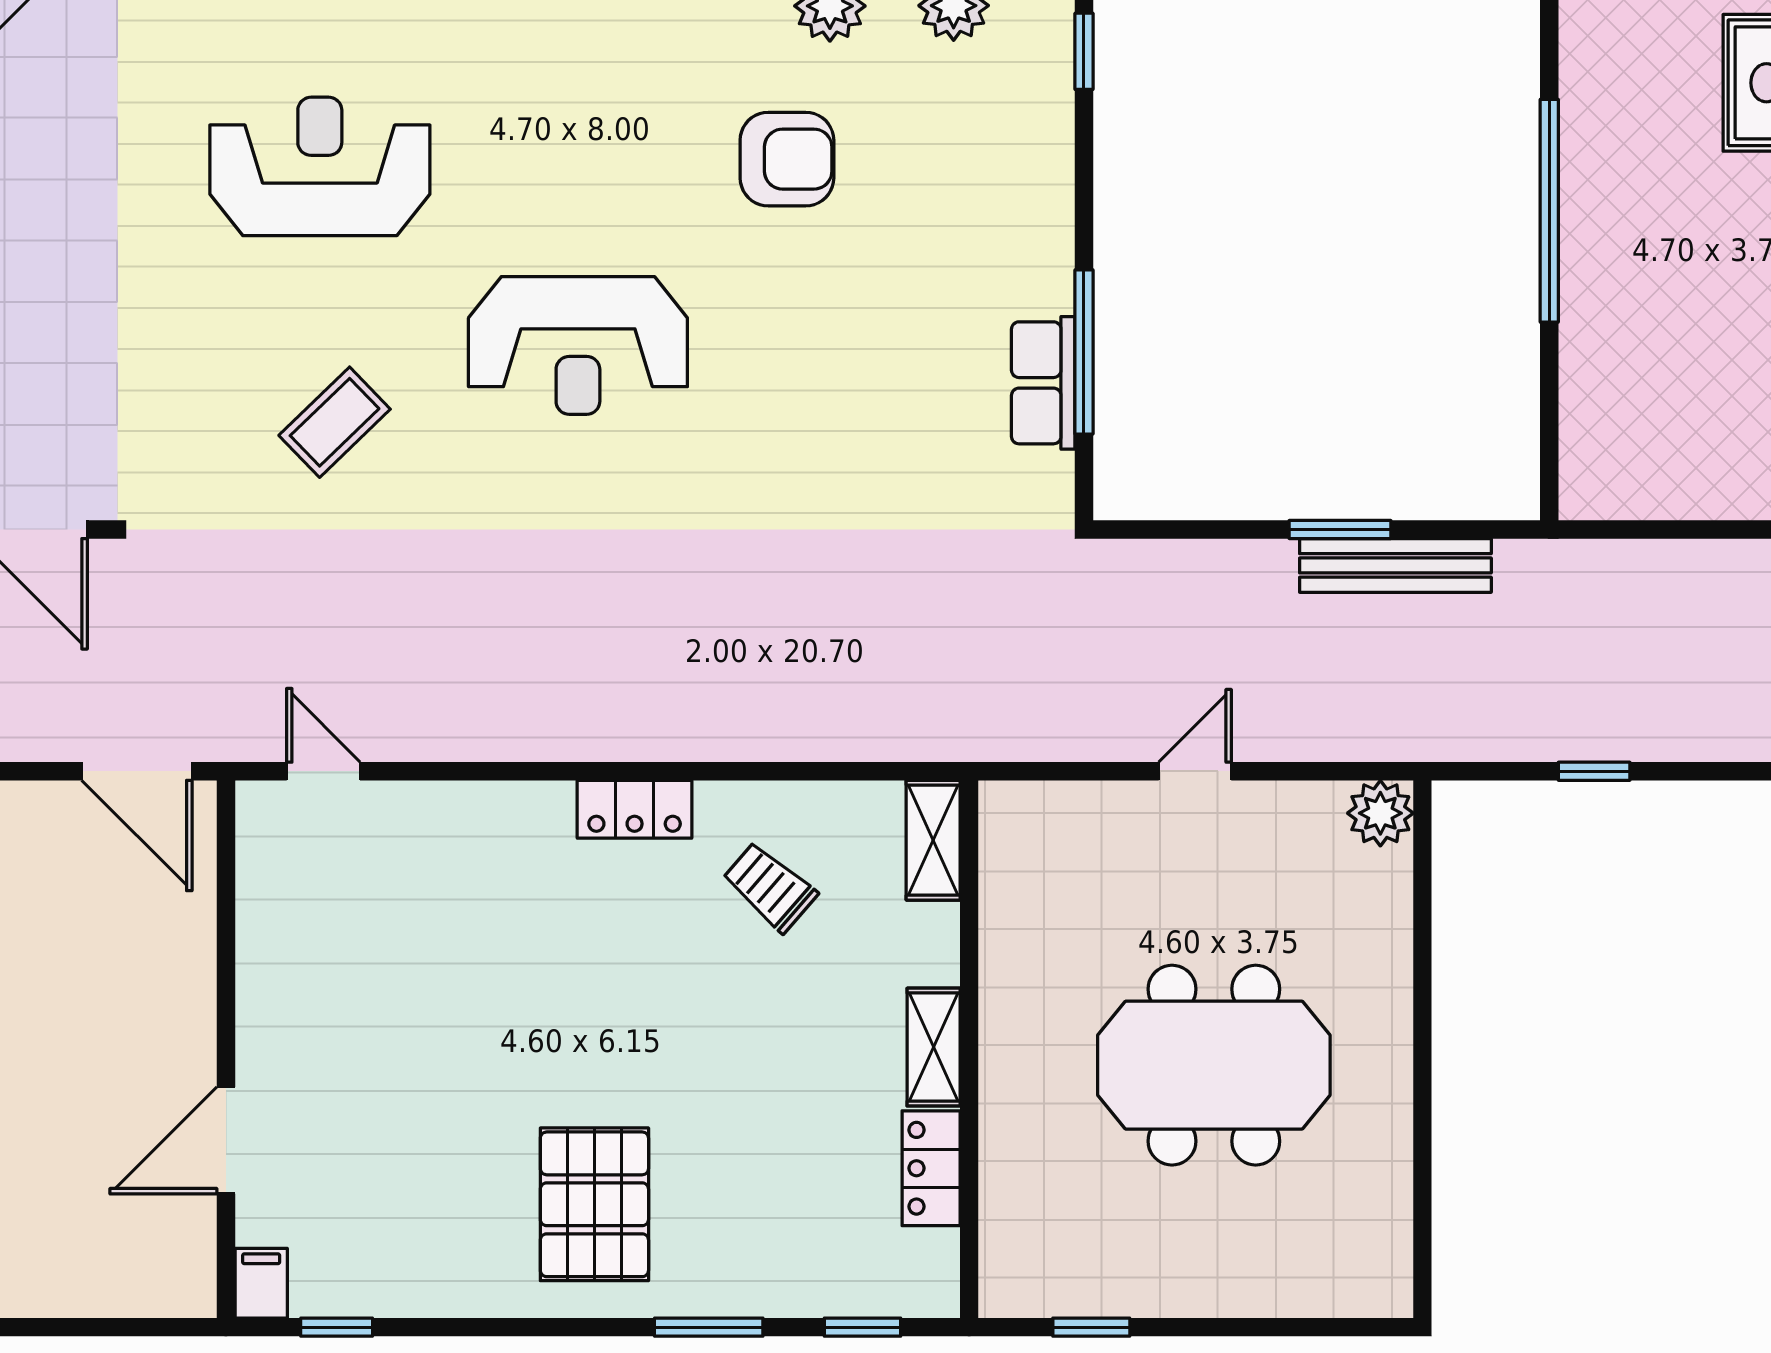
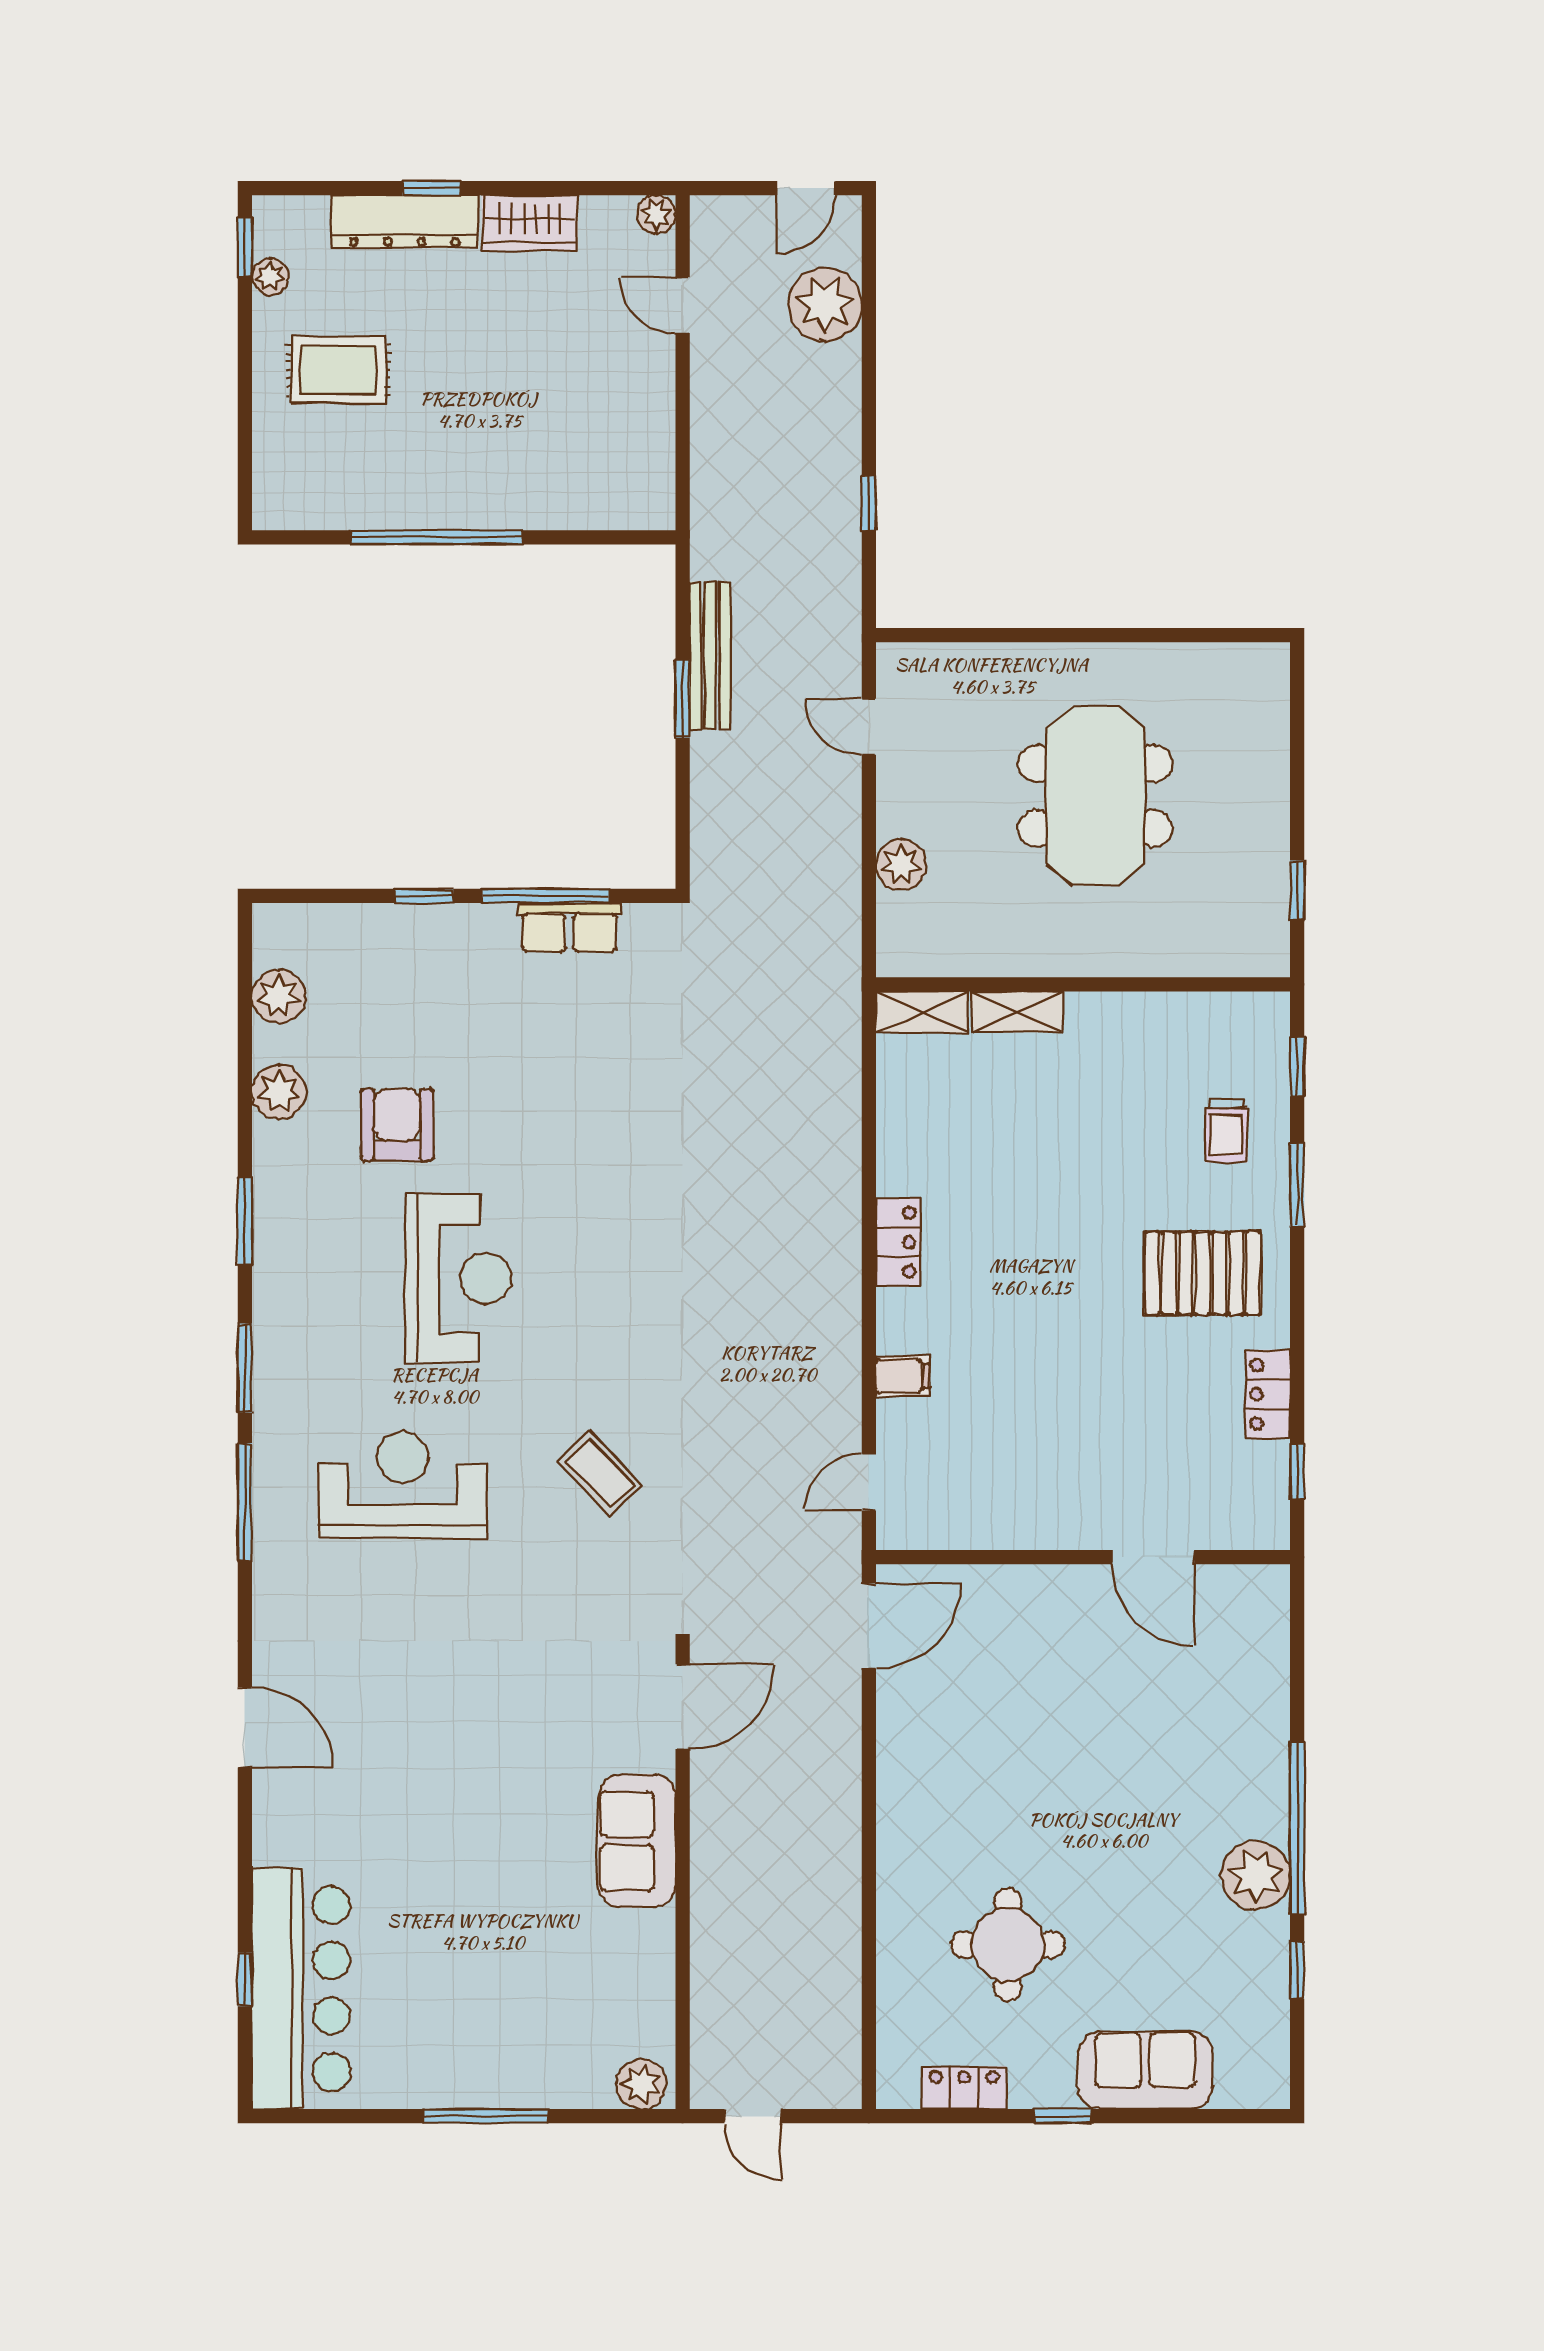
window: (1084, 51) -> (424, 896), moved
reception desk: (320, 166) -> (403, 1485), turned 90
reception desk: (578, 345) -> (458, 1278), moved
door: (1195, 771) -> (869, 727), moved
plant: (1380, 813) -> (901, 865), moved
trolley: (770, 887) -> (1226, 1130), moved, turned -41
shelving: (934, 1047) -> (1017, 1012), moved
locker: (931, 1168) -> (1268, 1394), moved, turned 90
filing cabinet: (261, 1283) -> (903, 1376), moved, turned 180

